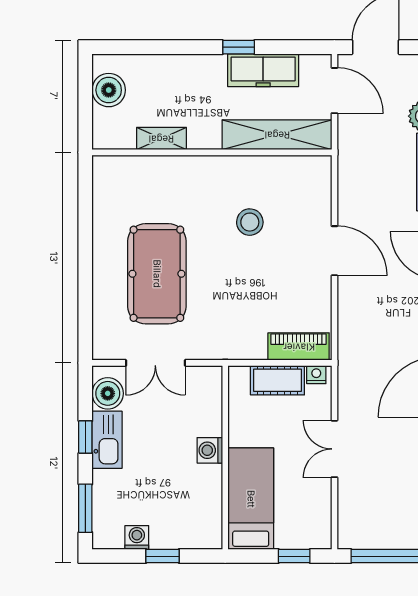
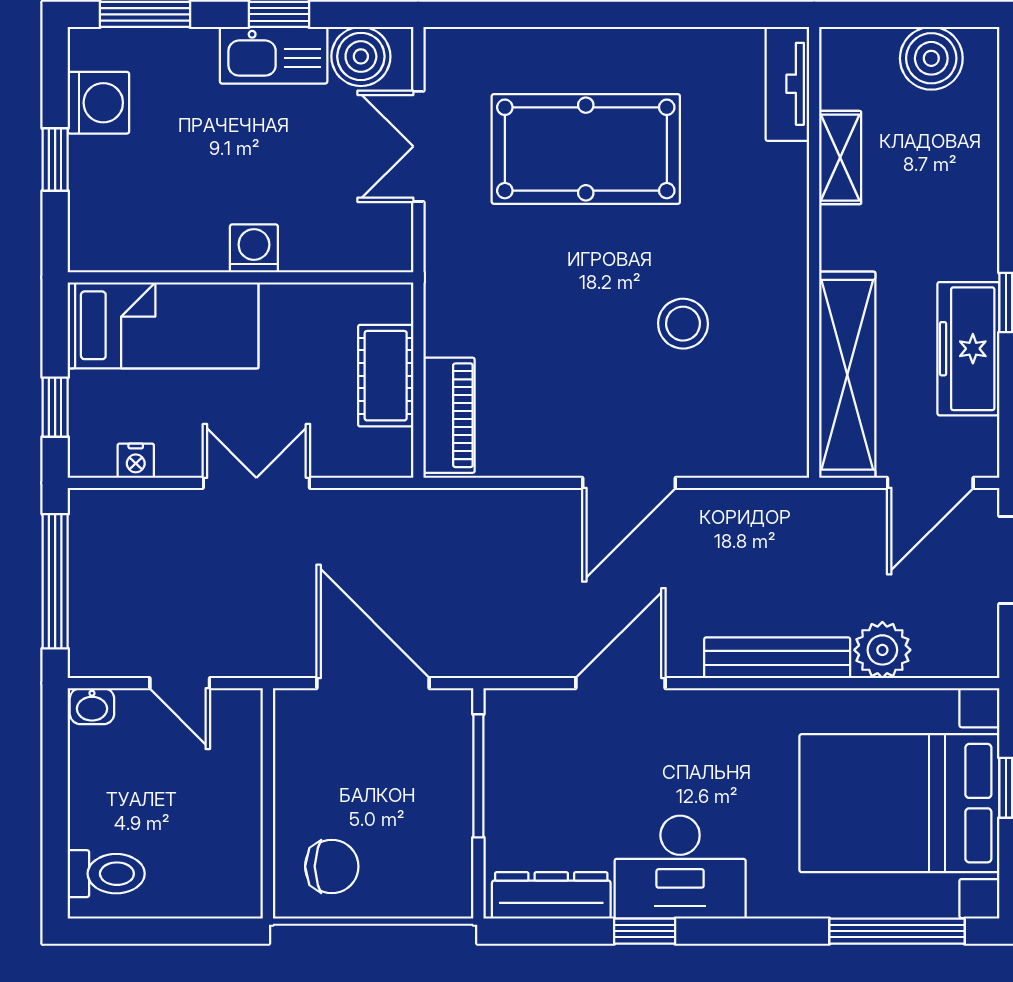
tv unit: (122, 167) -> (787, 84), added
nightstand: (316, 375) -> (136, 461), moved, turned 90
washing machine: (137, 537) -> (98, 103), width x1.38, depth x1.38

